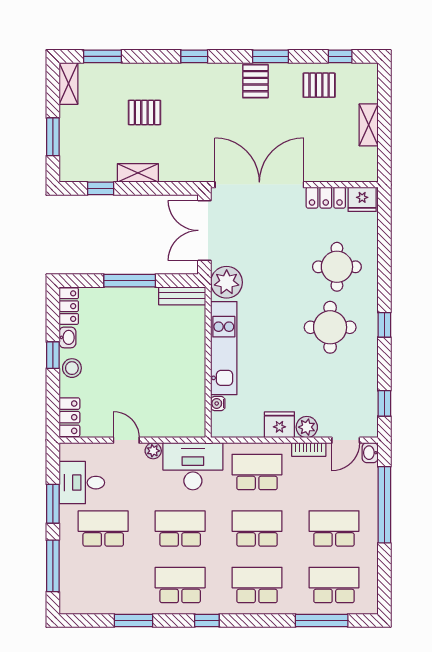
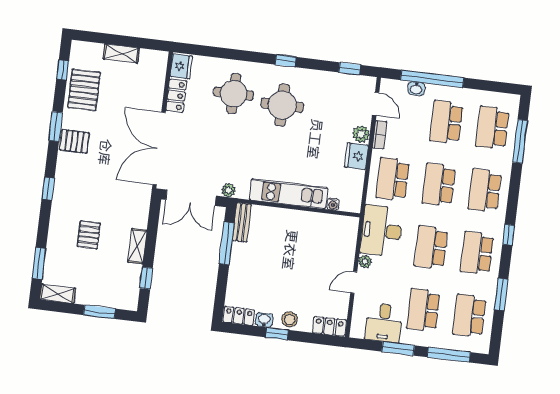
pallet: (319, 85) -> (84, 90), width x1.50, depth x1.42
window: (130, 281) -> (227, 243), moved
plant: (227, 282) -> (228, 190), width x0.53, depth x0.53
washbasin: (370, 453) -> (416, 89), moved
school desk: (103, 585) -> (469, 316), added

